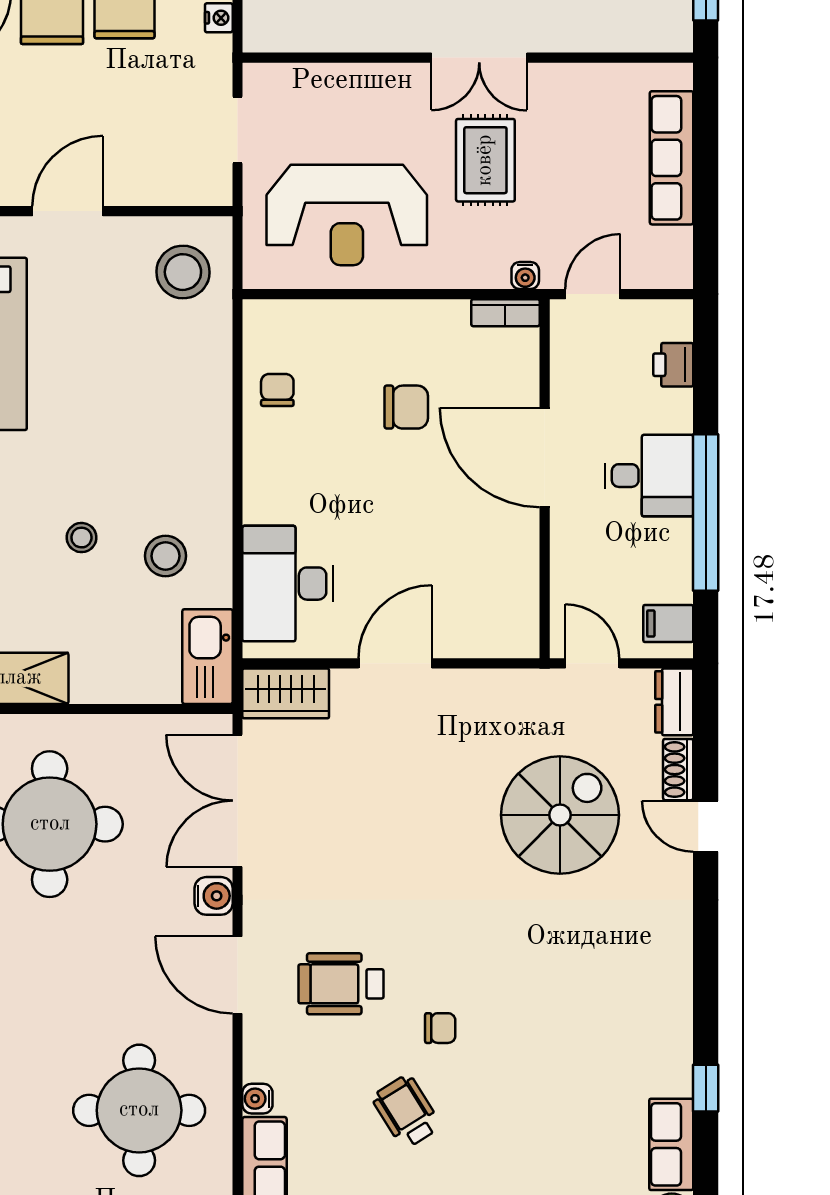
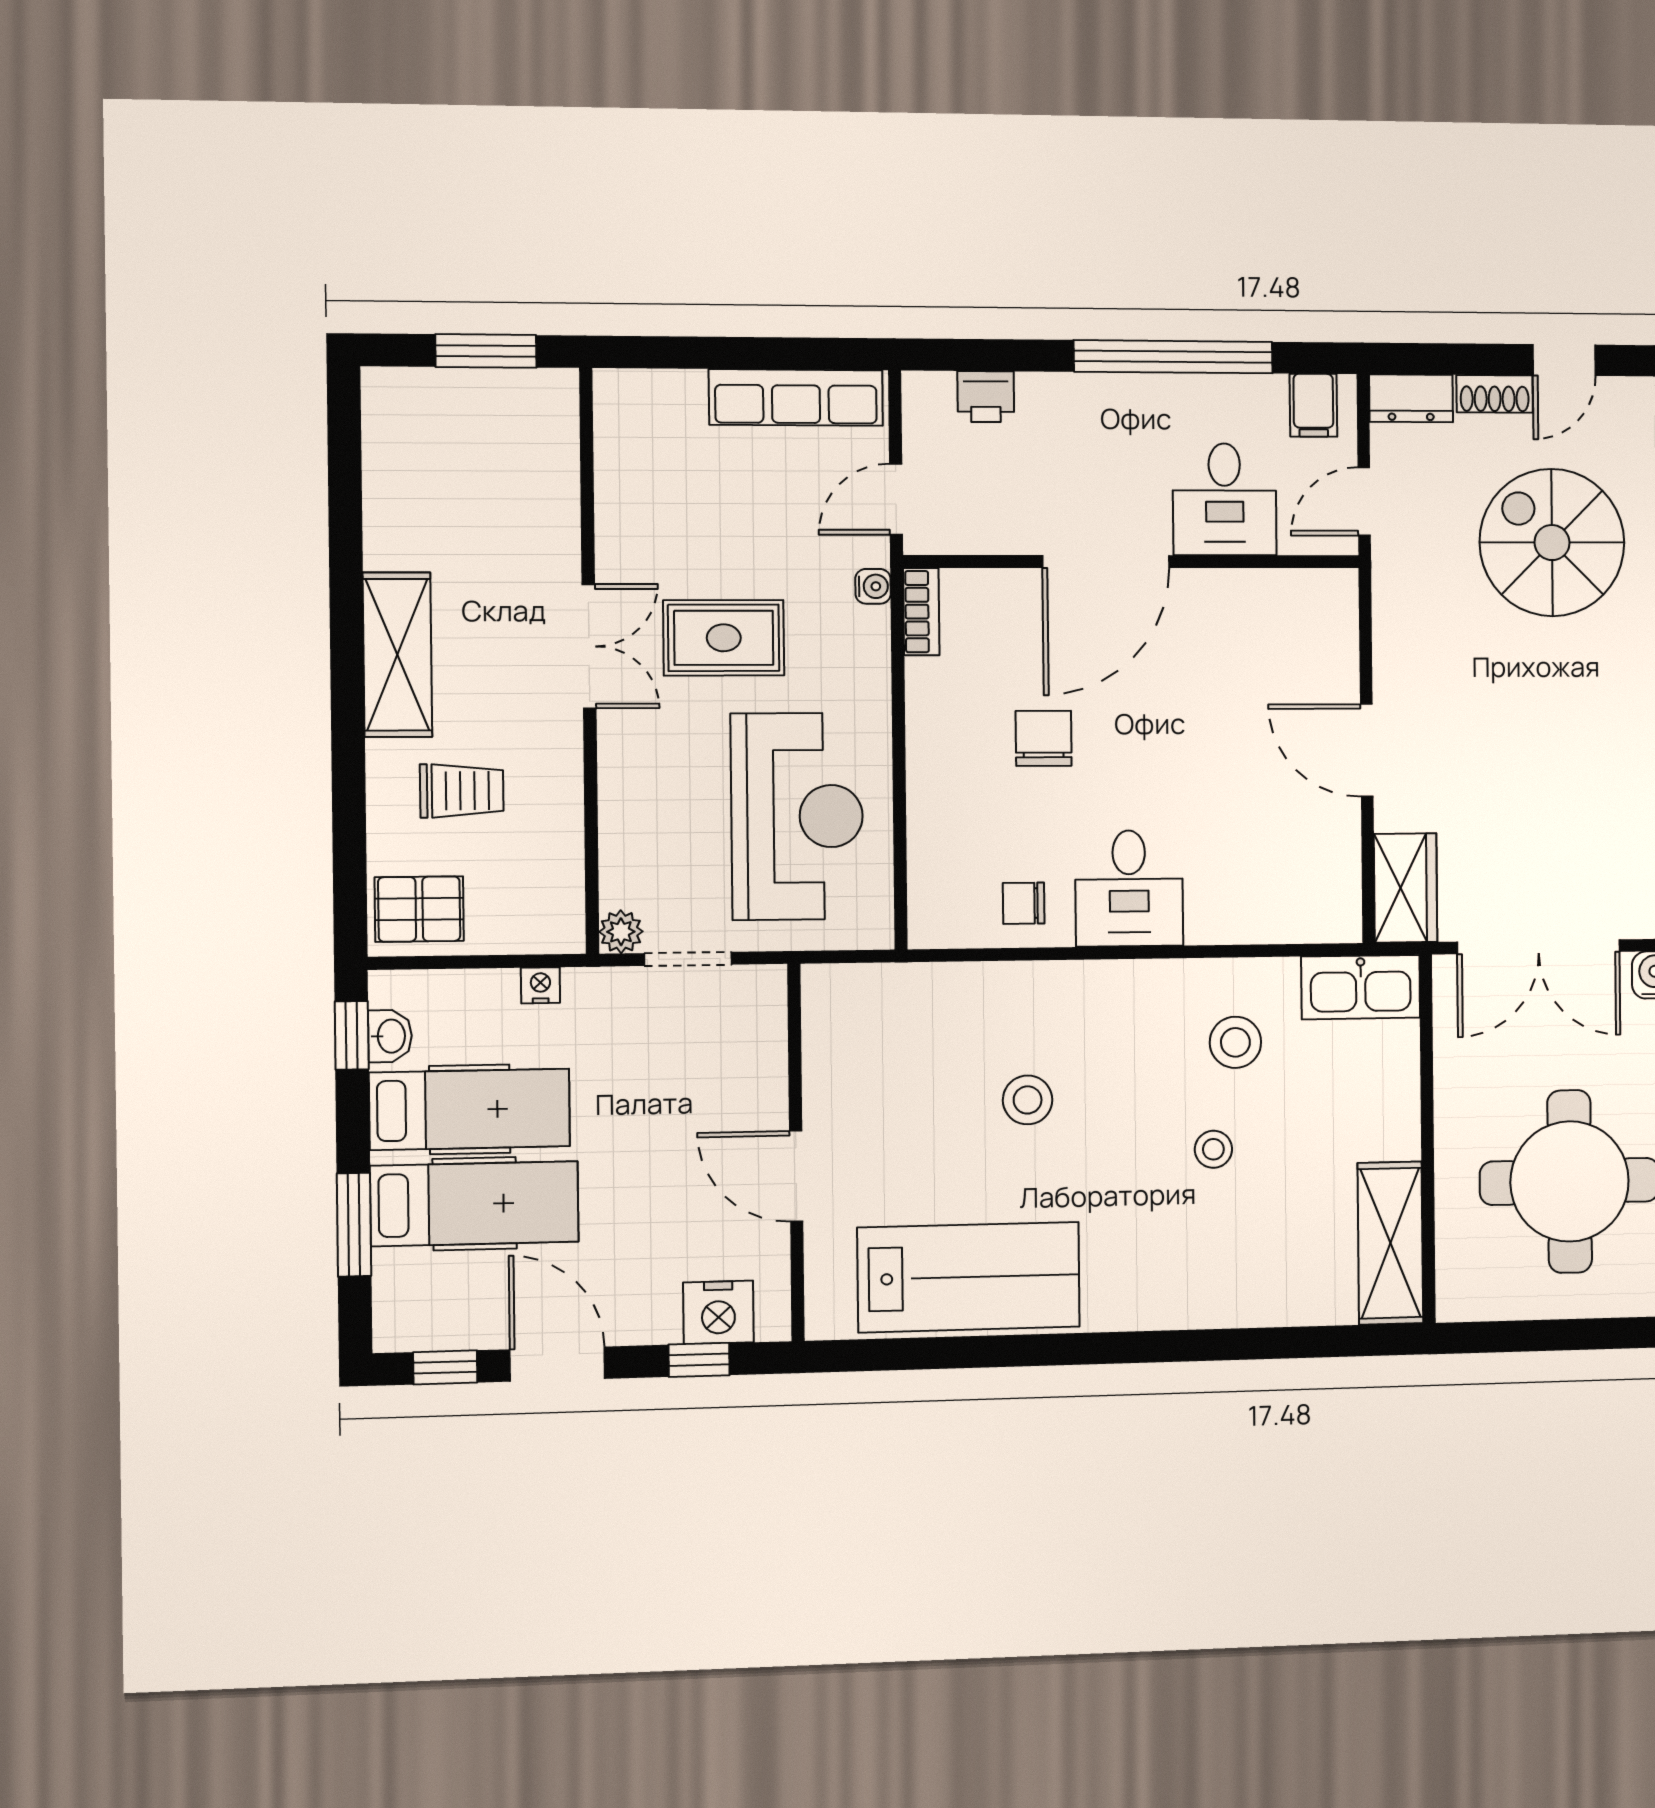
plant: (259, 79) -> (621, 932), added
row of seats: (672, 158) -> (796, 397), moved
stool: (183, 272) -> (1028, 1100), moved, width x0.73, depth x0.73
door: (593, 294) -> (896, 499), hinge flipped
desk: (649, 476) -> (1225, 499), moved, turned 180
desk: (288, 584) -> (1129, 888), moved, width x0.73

